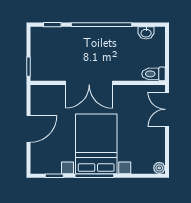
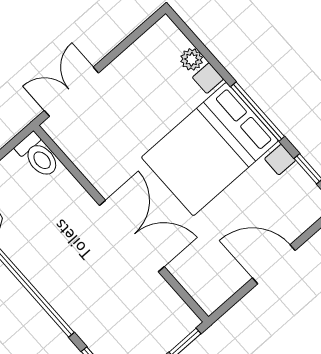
double door: (167, 109) -> (71, 92), swing flipped
plant: (159, 168) -> (192, 59), moved

